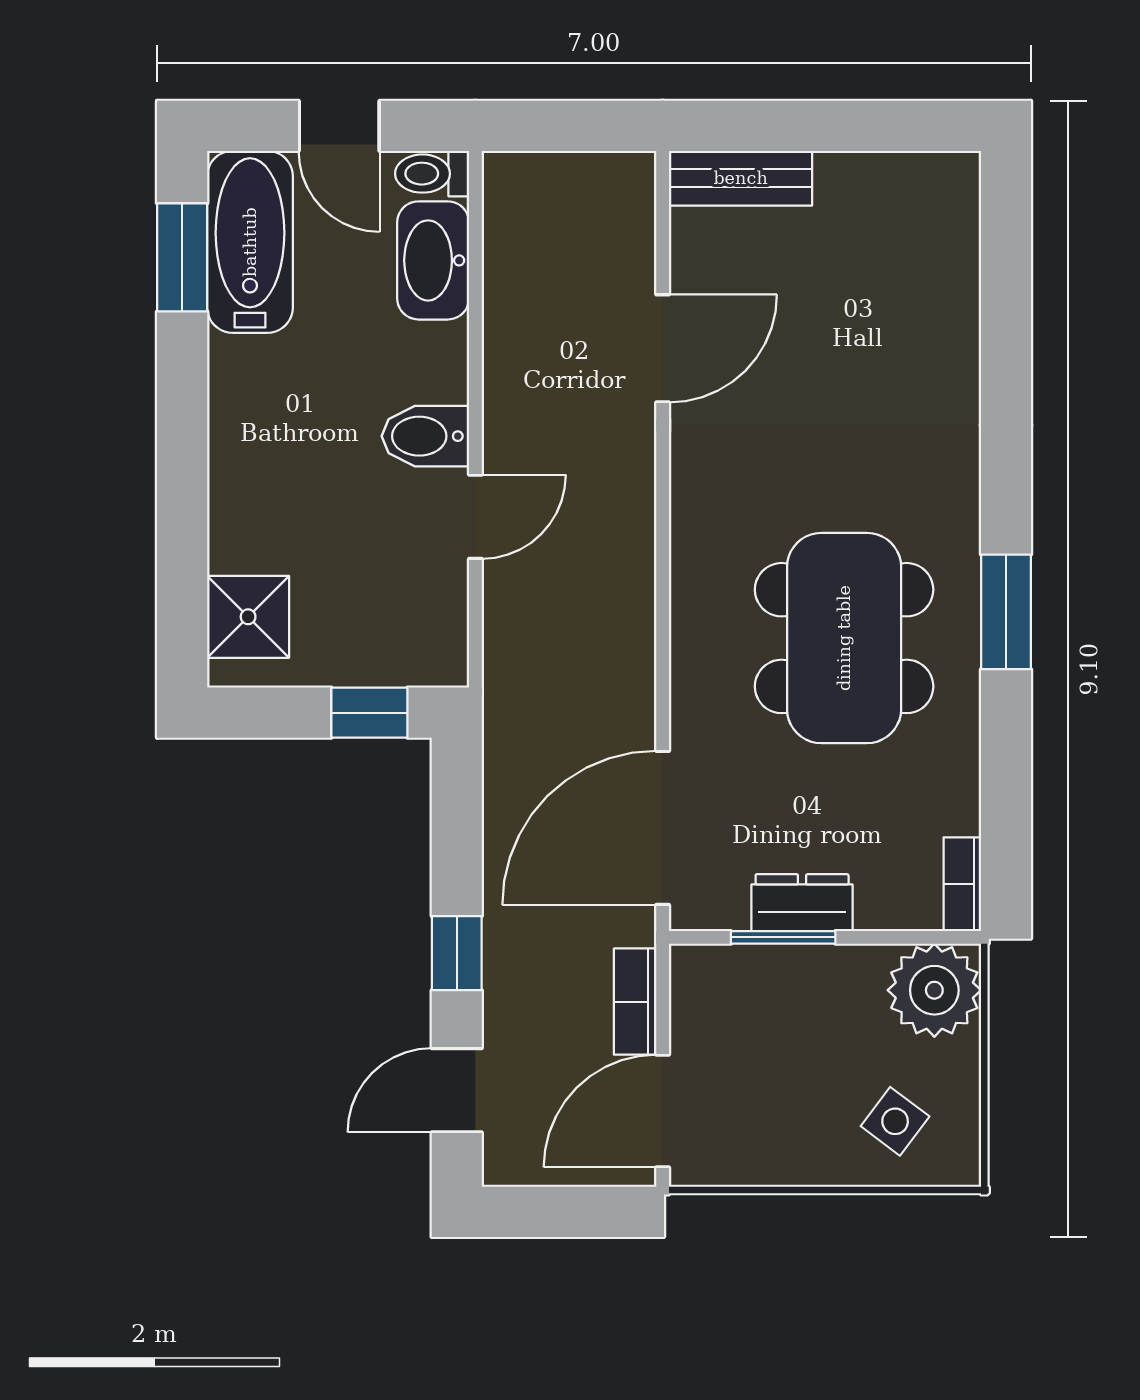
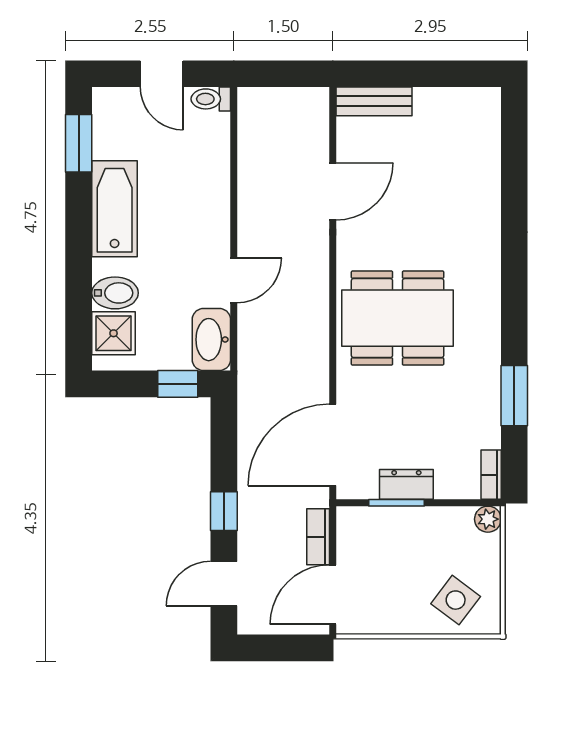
bathtub: (250, 242) -> (115, 209), moved
washbasin: (433, 260) -> (211, 340), moved
bidet: (425, 436) -> (115, 293), moved, turned 180
window: (1006, 612) -> (514, 396), moved
dining table: (844, 638) -> (398, 318), moved, turned 90
plant: (934, 990) -> (488, 519), width x0.53, depth x0.53
side table: (895, 1121) -> (456, 600), width x1.37, depth x1.37

